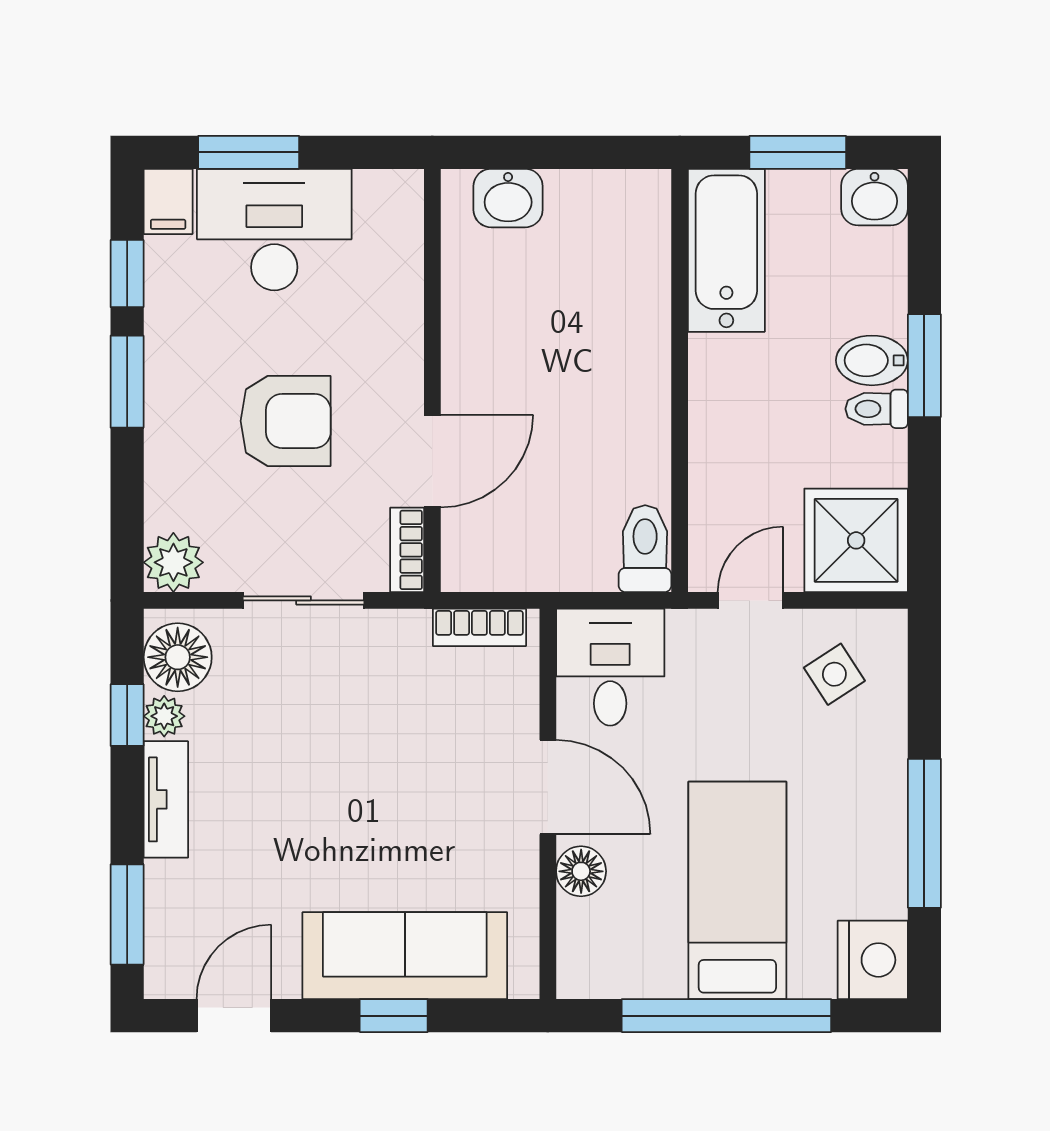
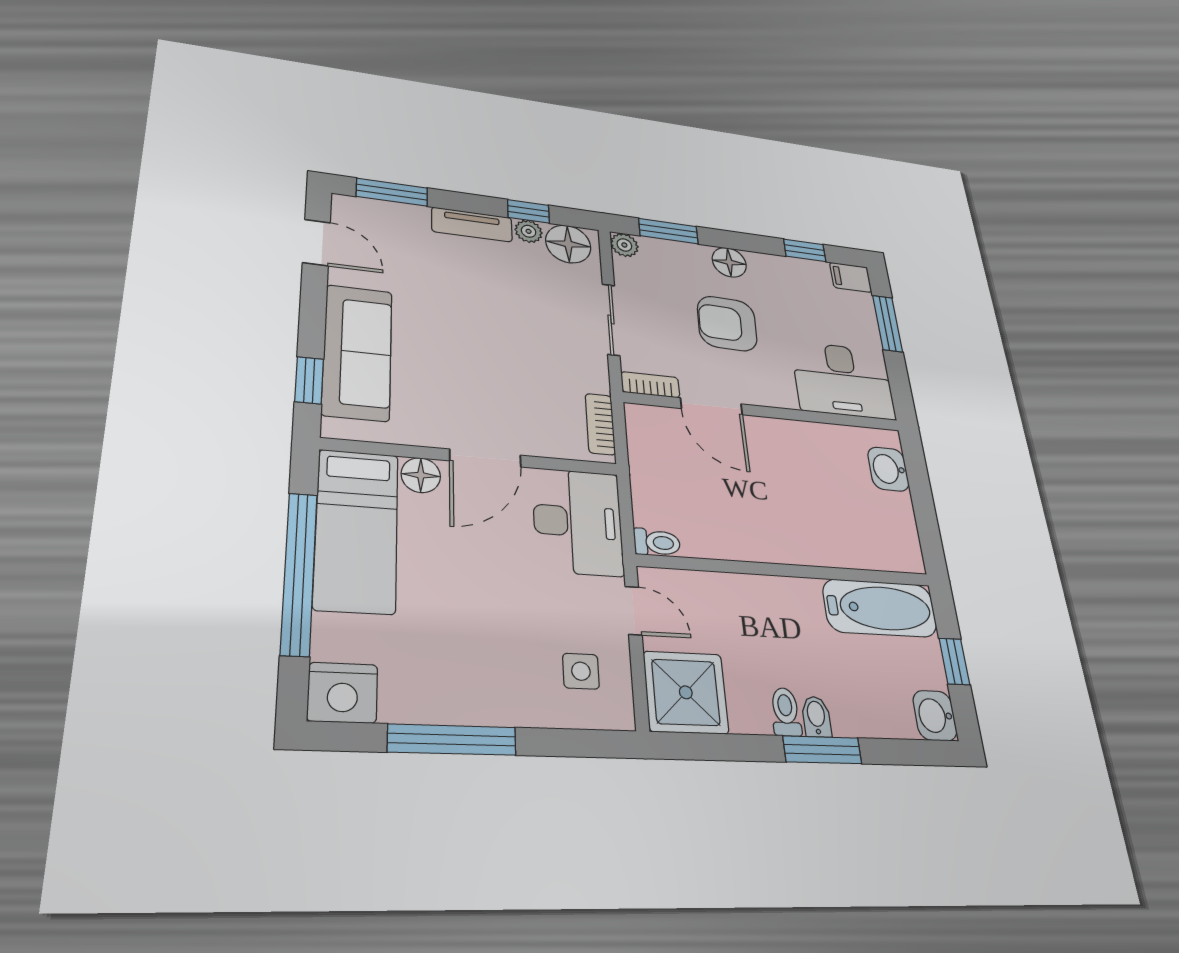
window: (798, 152) -> (954, 661), width x0.67
desk: (274, 230) -> (843, 380), moved, turned 90
bidet: (872, 360) -> (816, 717), width x0.72, depth x0.74
window: (127, 382) -> (668, 231), moved
floor lamp: (171, 405) -> (729, 262), added
armchair: (286, 421) -> (727, 324), turned 92
toilet: (645, 549) -> (657, 543), width x0.73, depth x0.72
plant: (173, 562) -> (624, 245), width x0.73, depth x0.73
desk: (610, 667) -> (578, 522), width x1.37
side table: (834, 674) -> (581, 671), turned 33
bed: (737, 890) -> (357, 530), moved, turned 90
window: (394, 1016) -> (309, 380), moved

